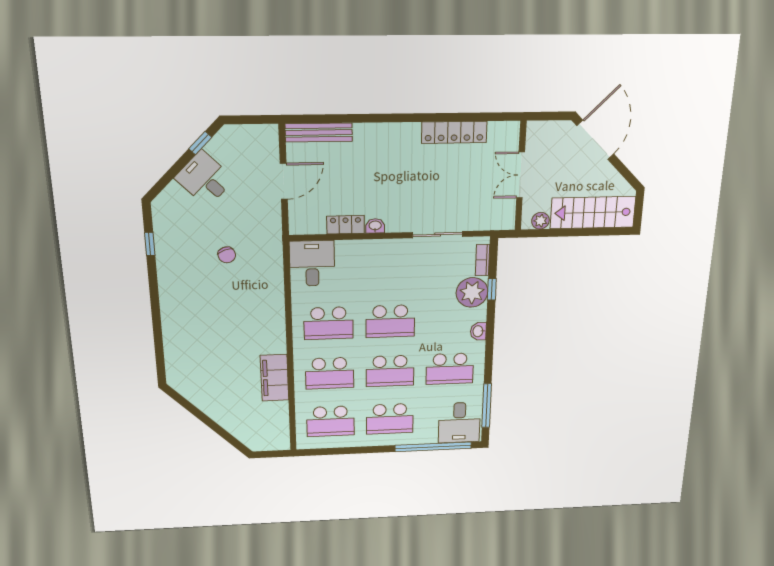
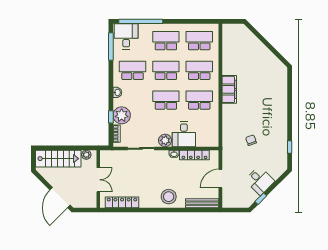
locker: (454, 132) -> (122, 202), moved
stool: (385, 145) -> (169, 197), added
locker: (346, 225) -> (194, 155), width x1.53
plant: (392, 250) -> (165, 140), added
desk: (312, 263) -> (184, 134), moved
filing cabinet: (275, 378) -> (229, 89), moved

